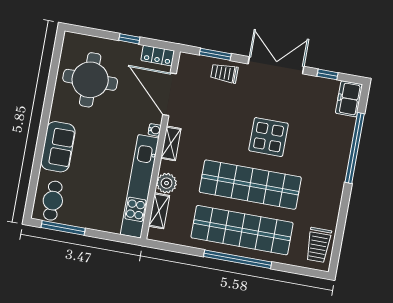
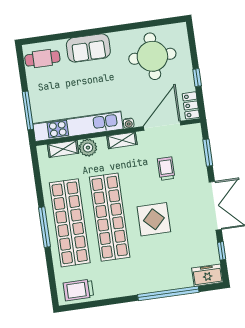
trolley: (224, 73) -> (166, 169), moved
window: (63, 228) -> (28, 110), moved
window: (238, 259) -> (44, 227), width x0.68

